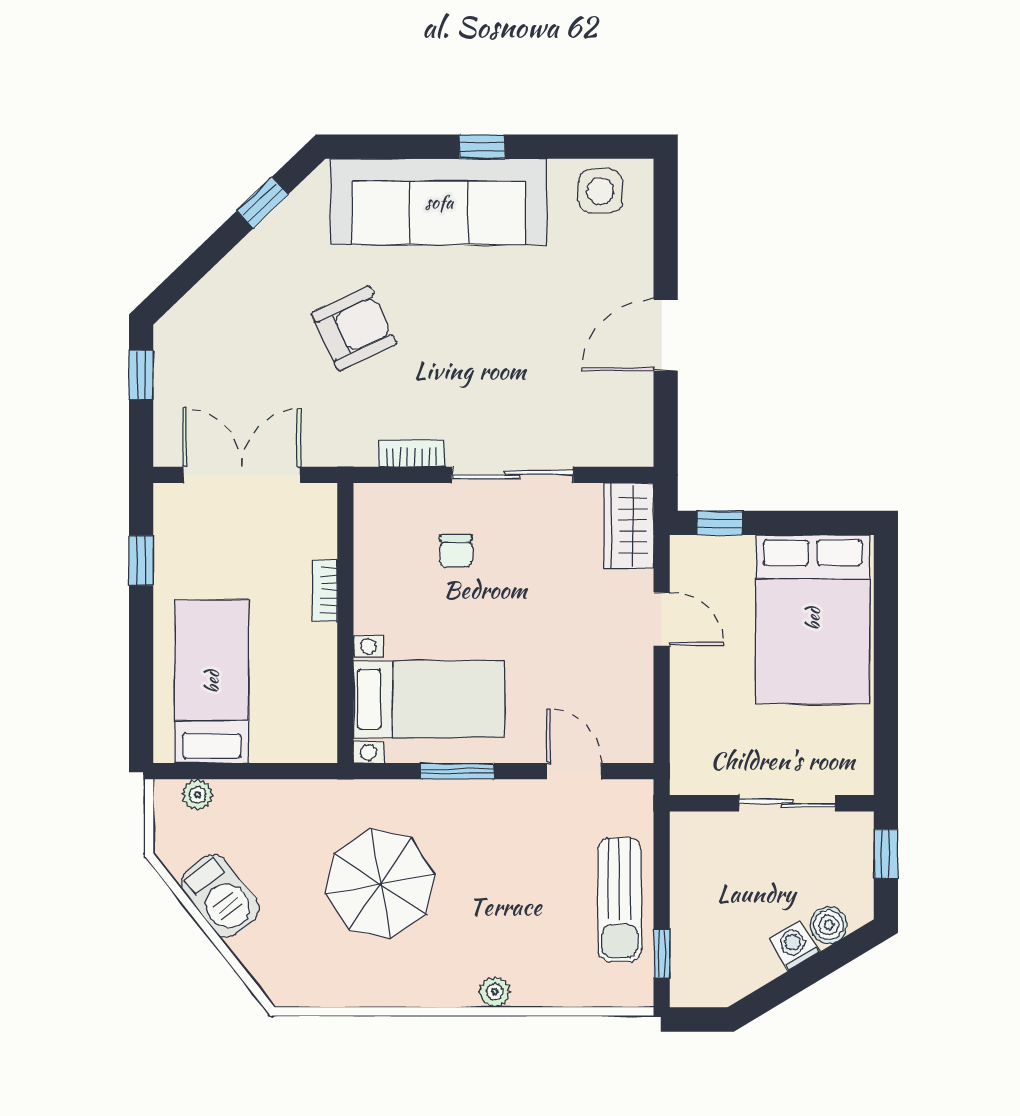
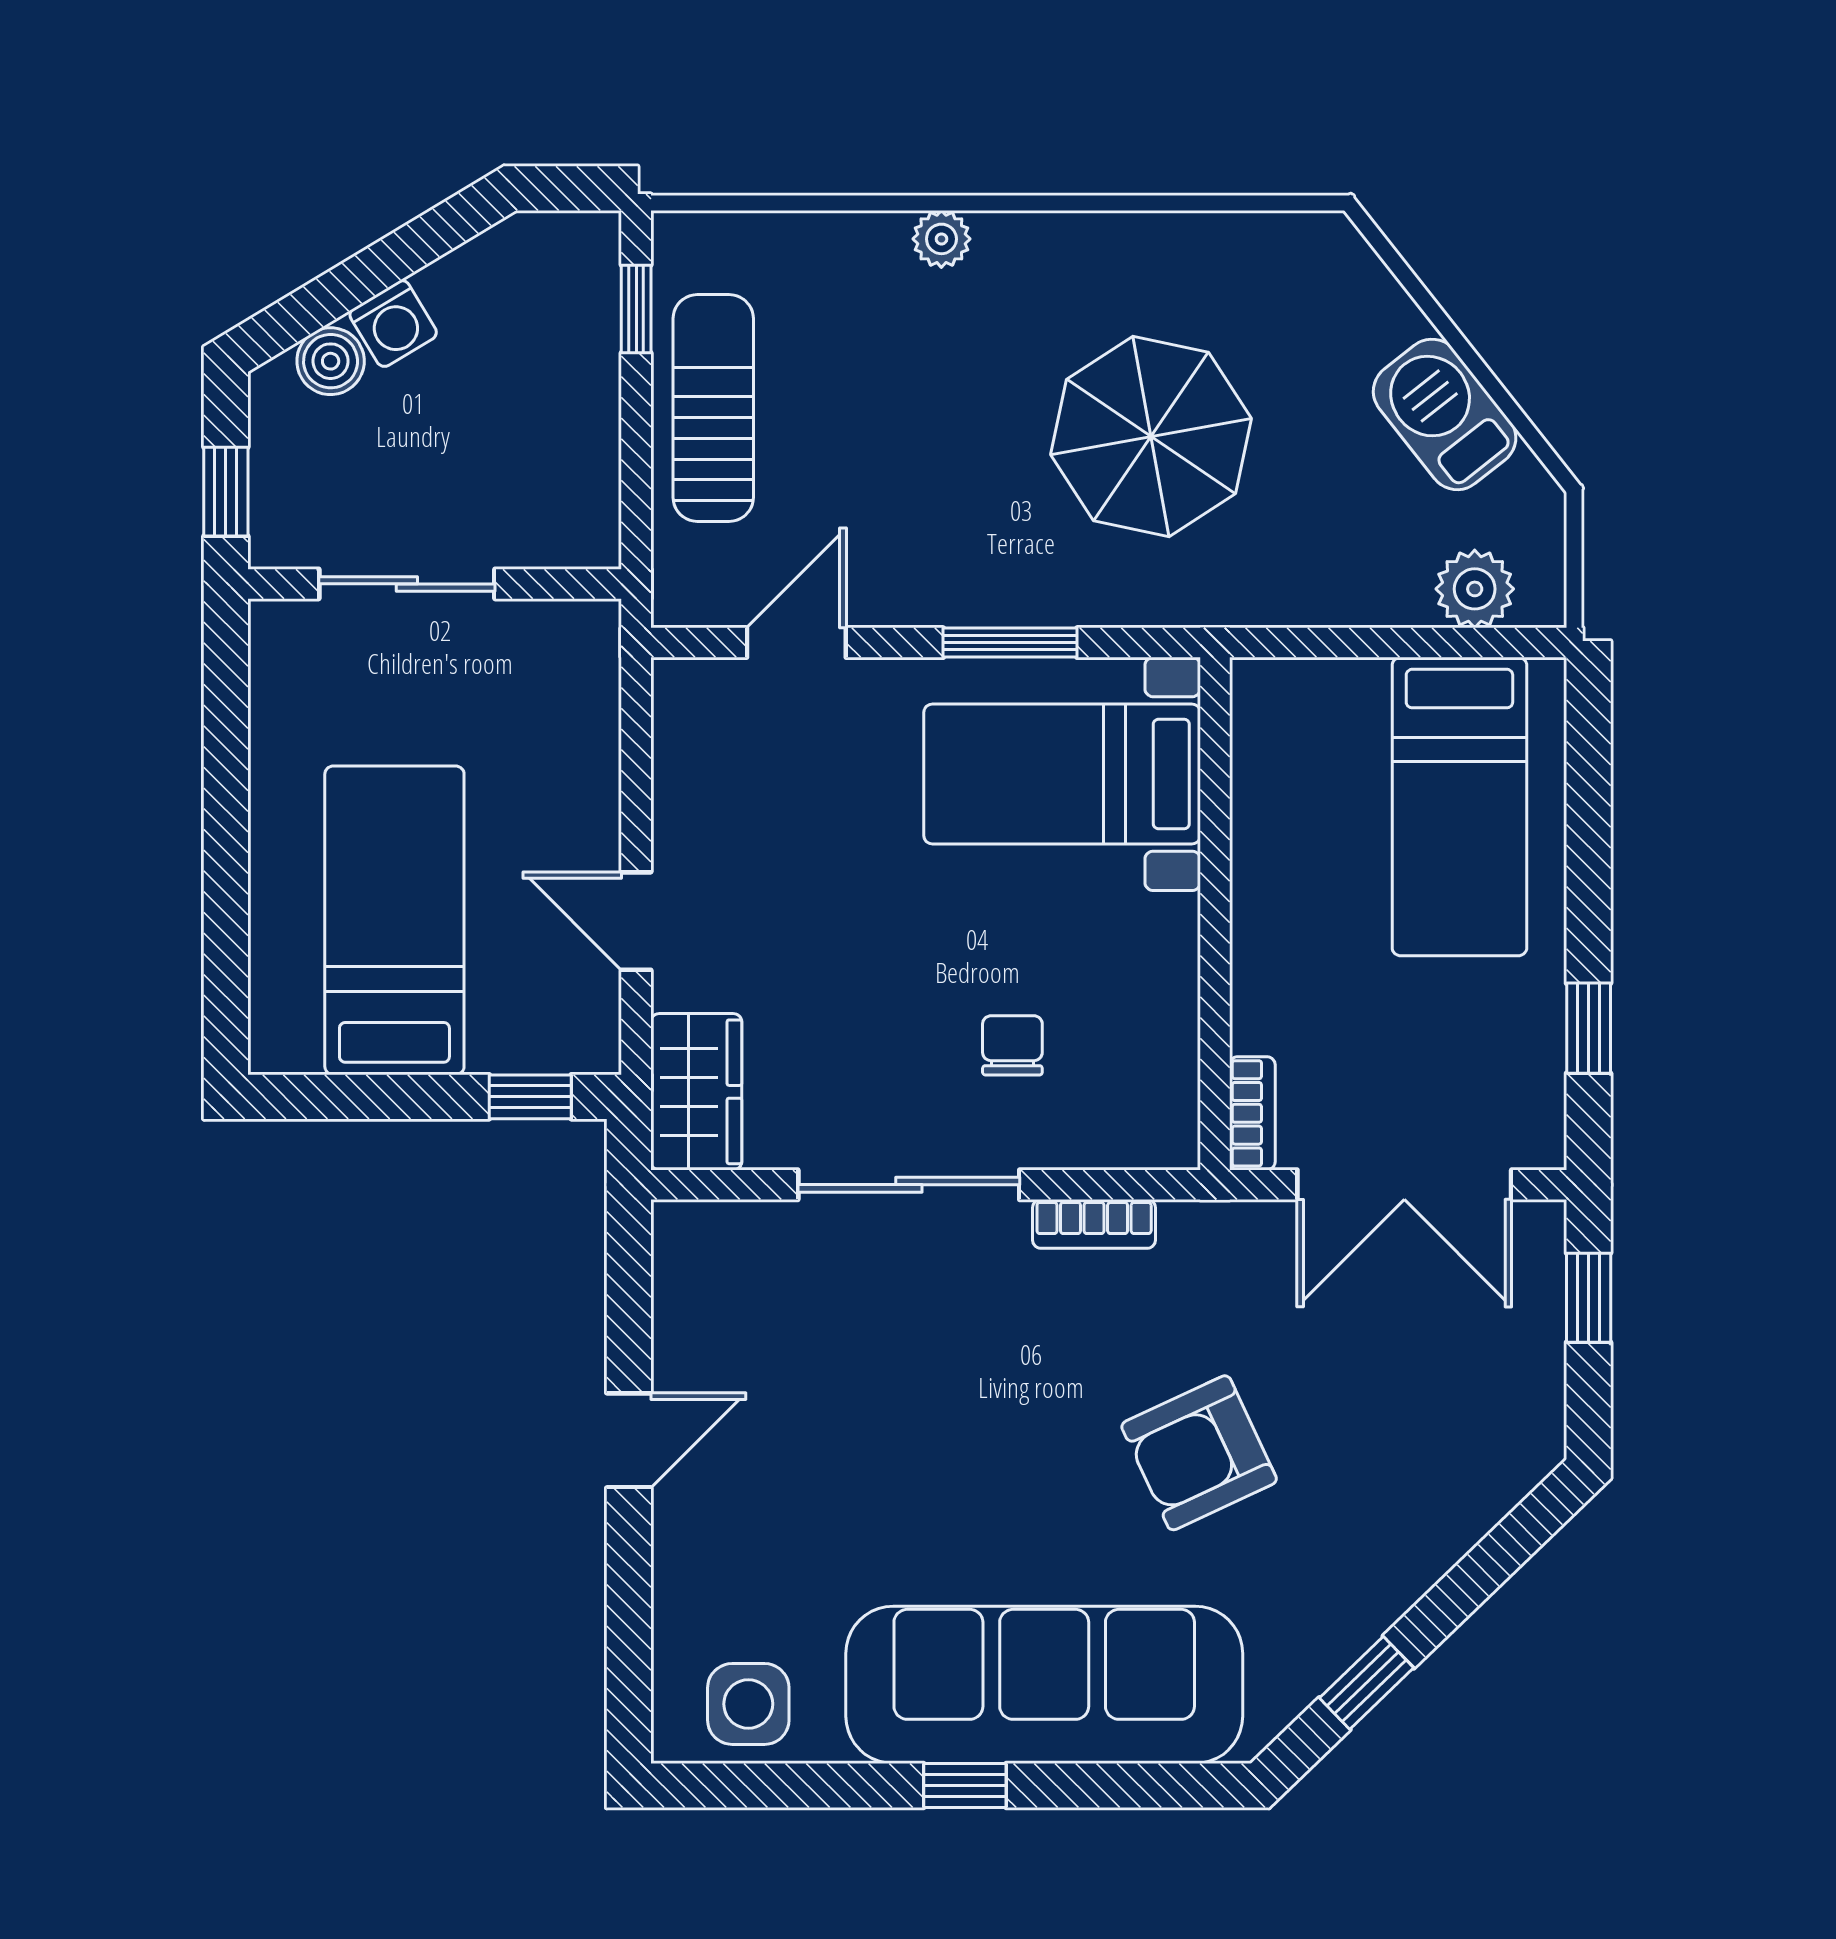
door: (666, 335) -> (629, 1440), width x0.73
window: (141, 375) -> (1589, 1298), moved
bookcase: (325, 590) -> (1252, 1113), moved
bed: (813, 619) -> (394, 920), width x0.67
door: (574, 771) -> (796, 643), swing flipped
plant: (198, 795) -> (1475, 589), width x1.38, depth x1.38

